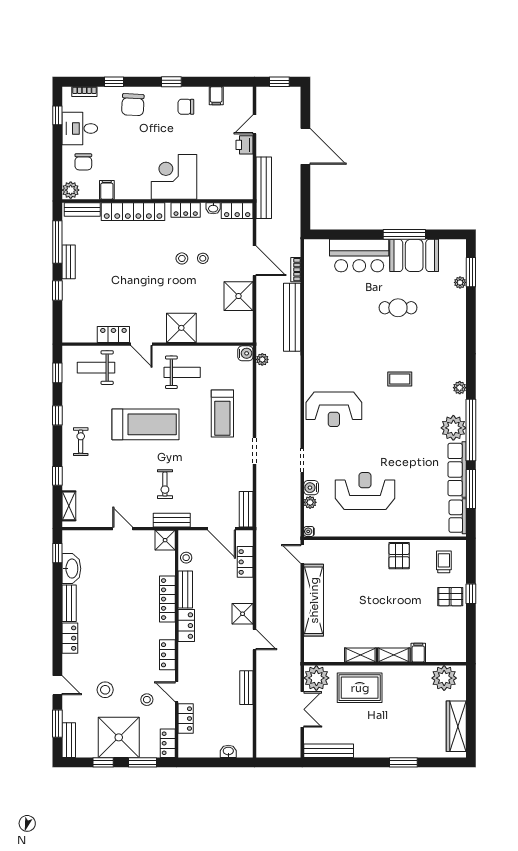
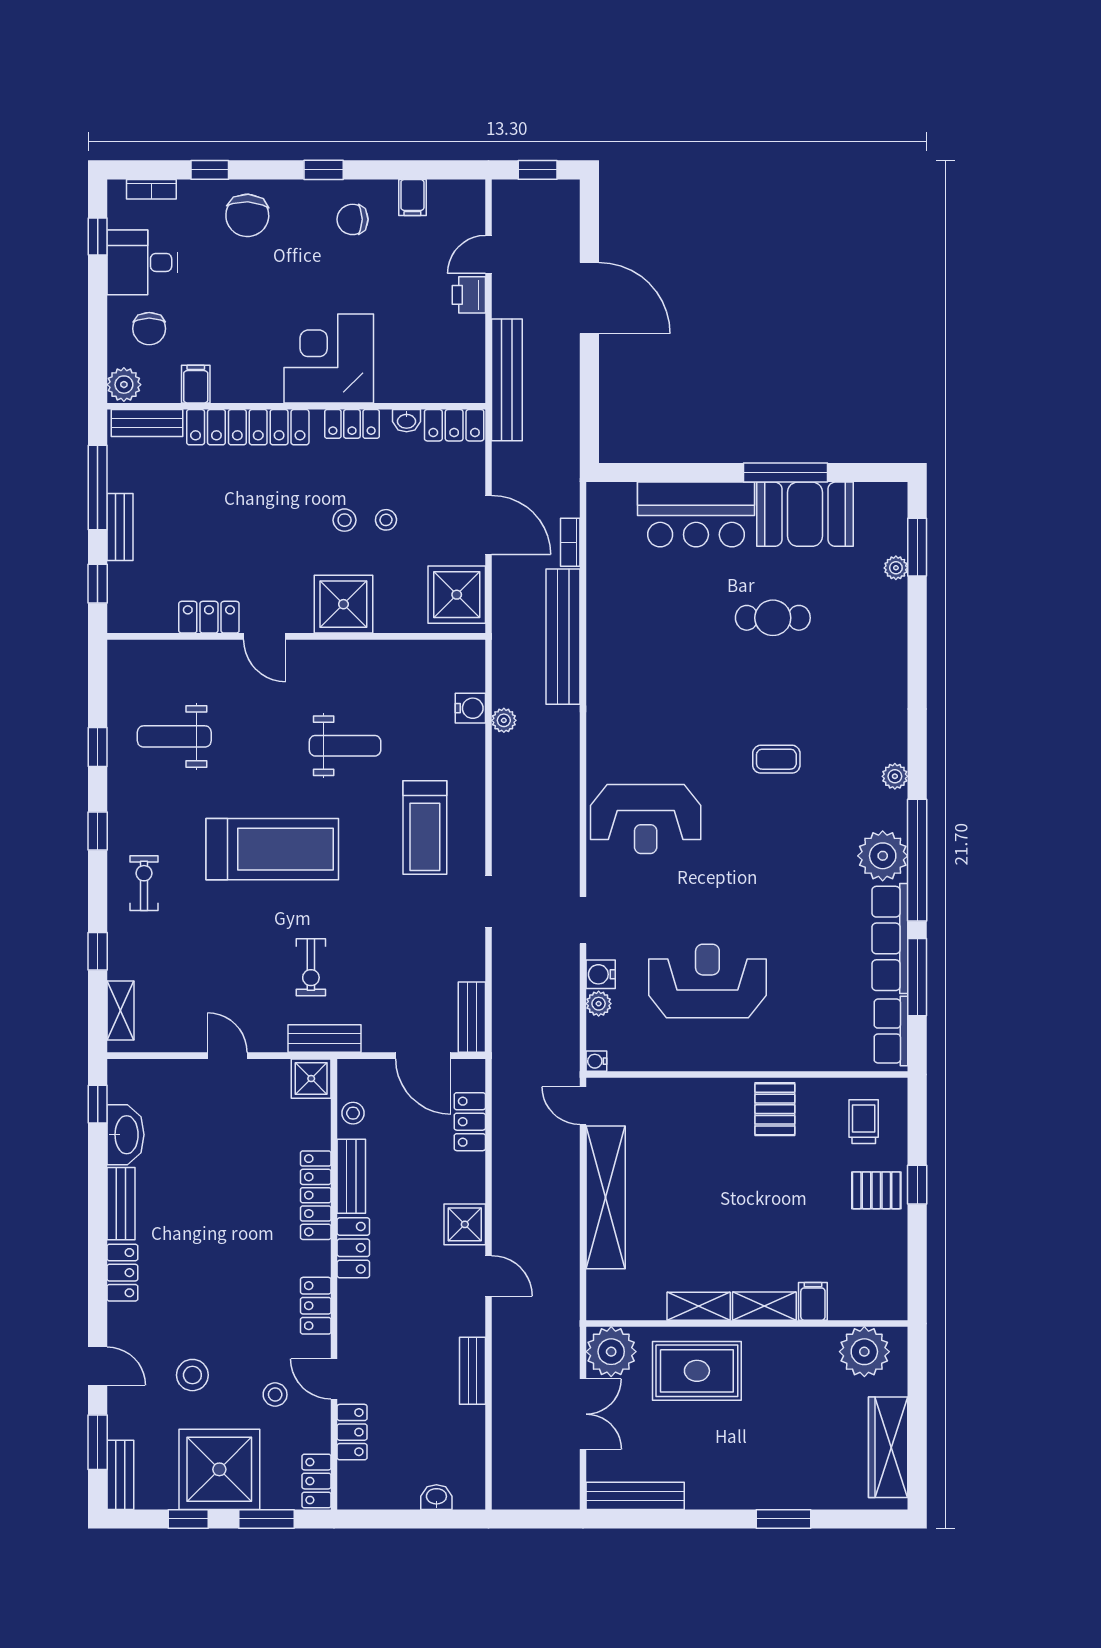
shower: (181, 328) -> (343, 604), moved
locker: (113, 334) -> (209, 617), moved
door: (142, 344) -> (265, 636), moved
wall: (158, 344) -> (296, 636), moved

